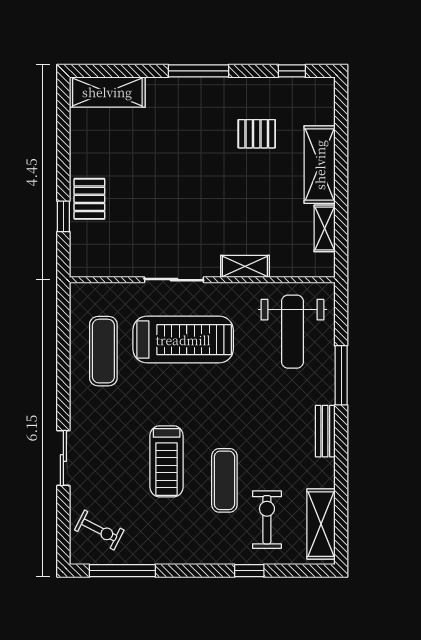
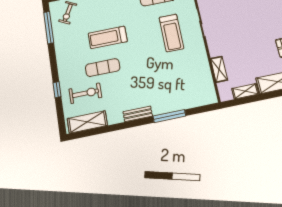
shelving: (245, 266) -> (219, 69), moved
weight bench: (292, 332) -> (187, 86), removed
treadmill: (183, 340) -> (171, 33), width x0.73, depth x0.73

